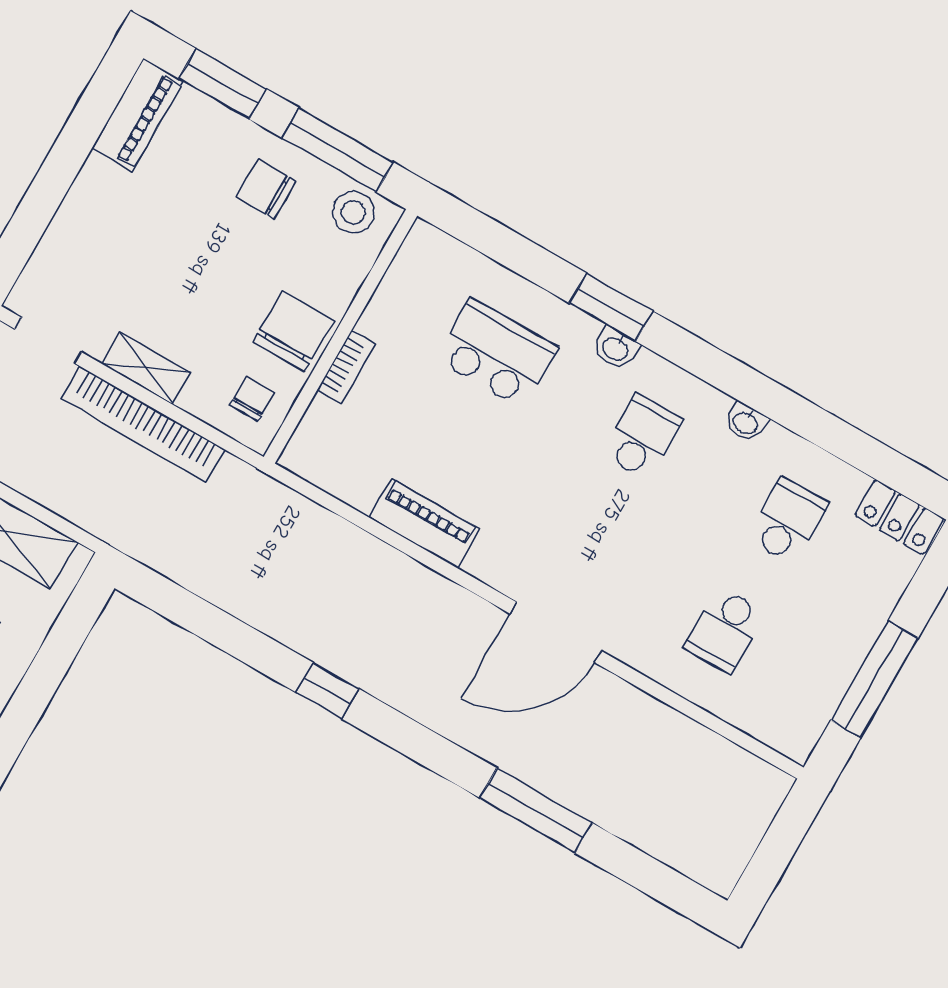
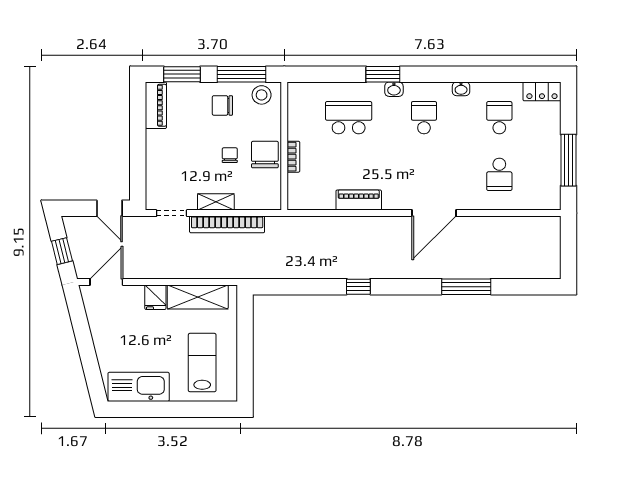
chair: (252, 399) -> (230, 155), moved

